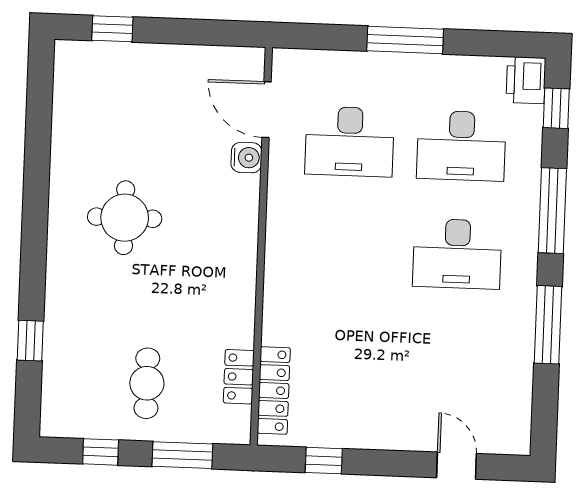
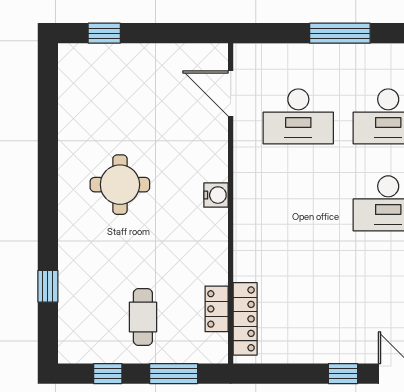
water cooler: (246, 158) -> (216, 195), moved
window: (324, 461) -> (343, 374), moved

